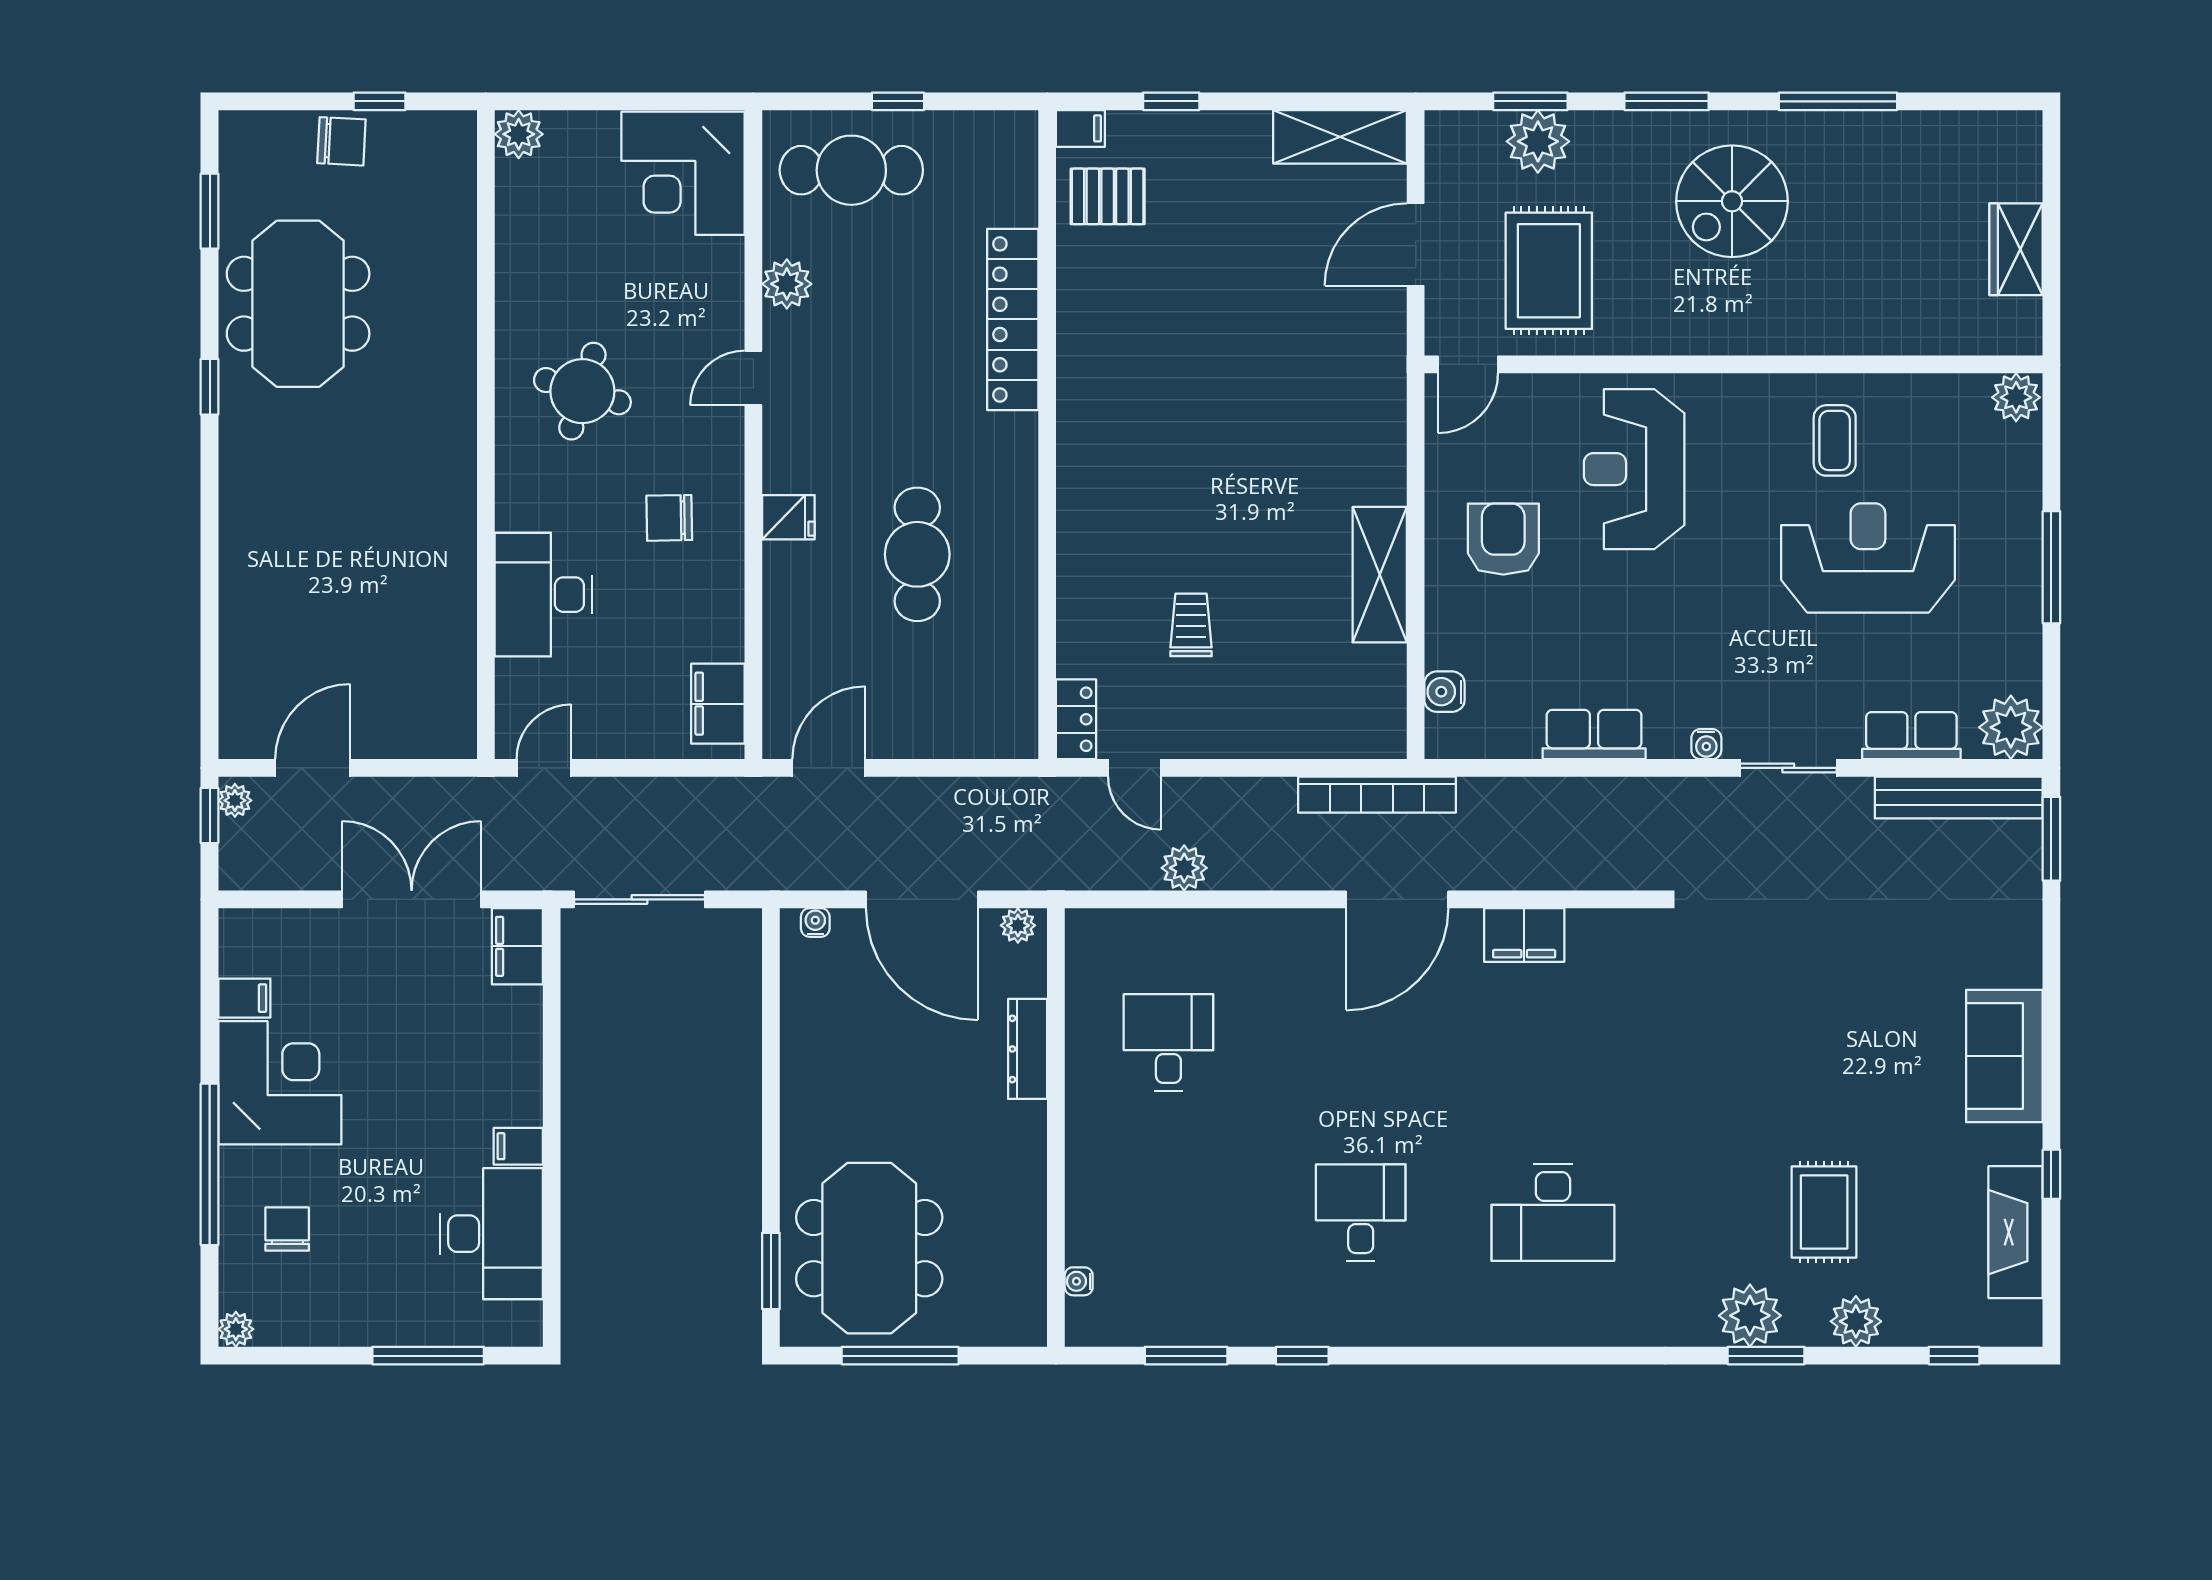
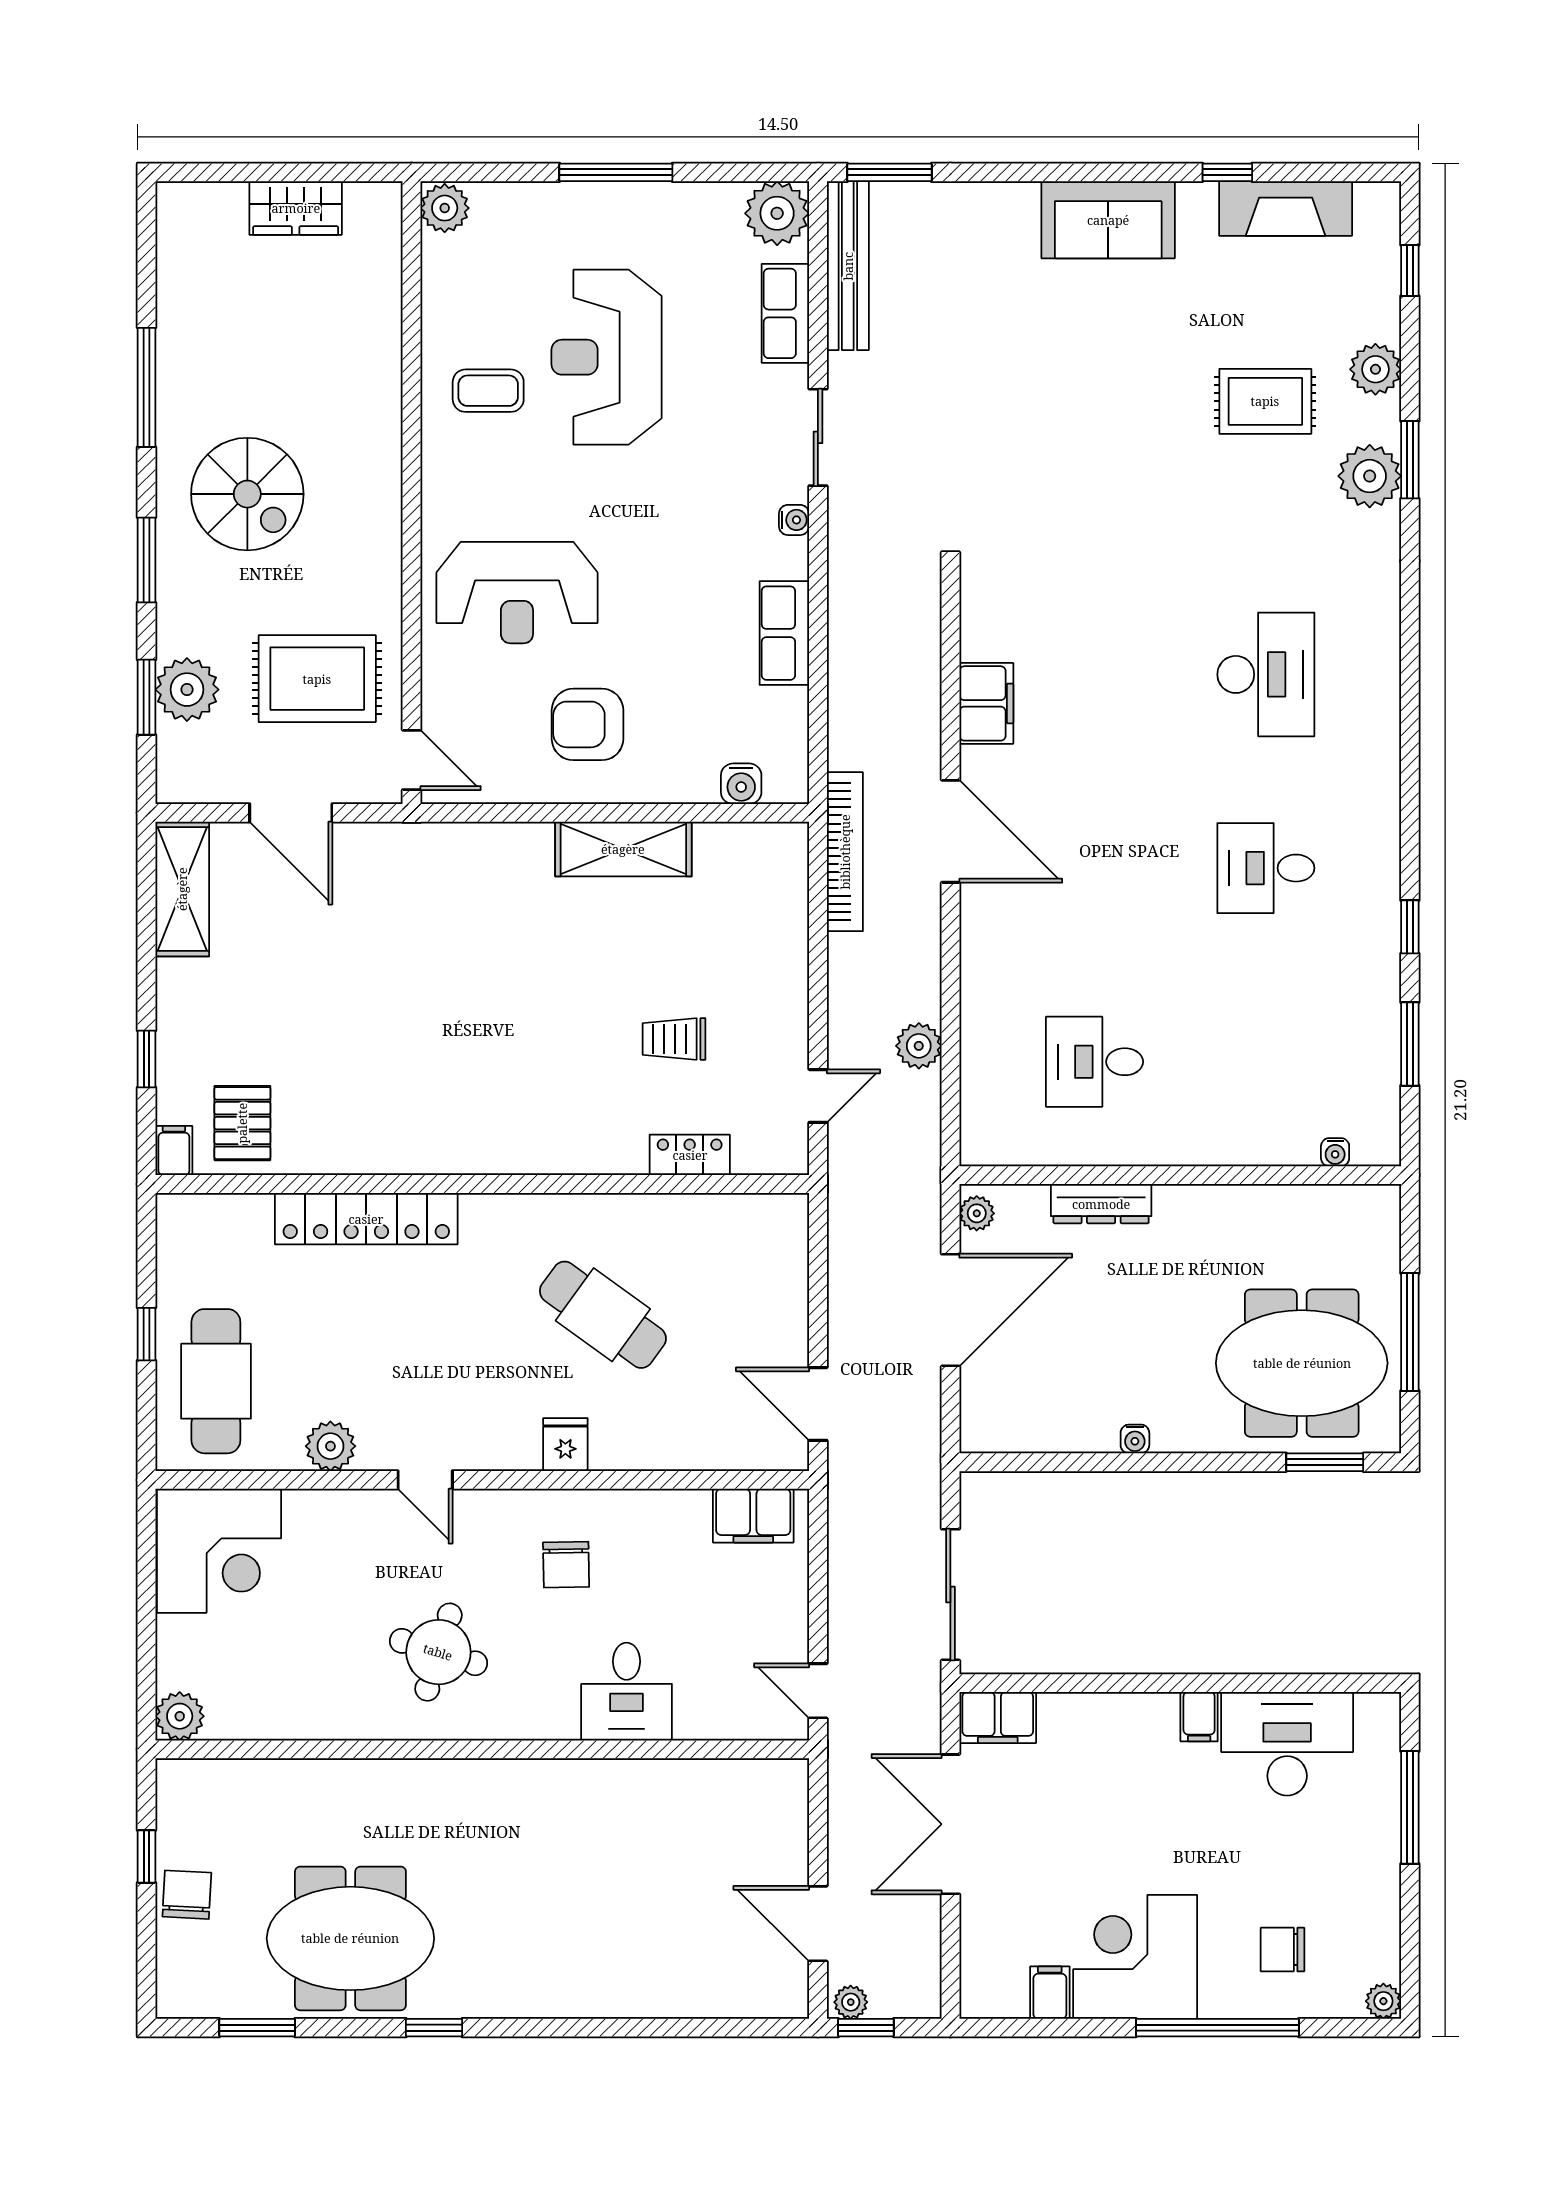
cafe table: (917, 554) -> (603, 1315), turned 36
desk: (543, 595) -> (627, 1692), width x0.73
locker: (1076, 719) -> (690, 1155), moved
water cooler: (815, 923) -> (1135, 1439), moved, turned -90

